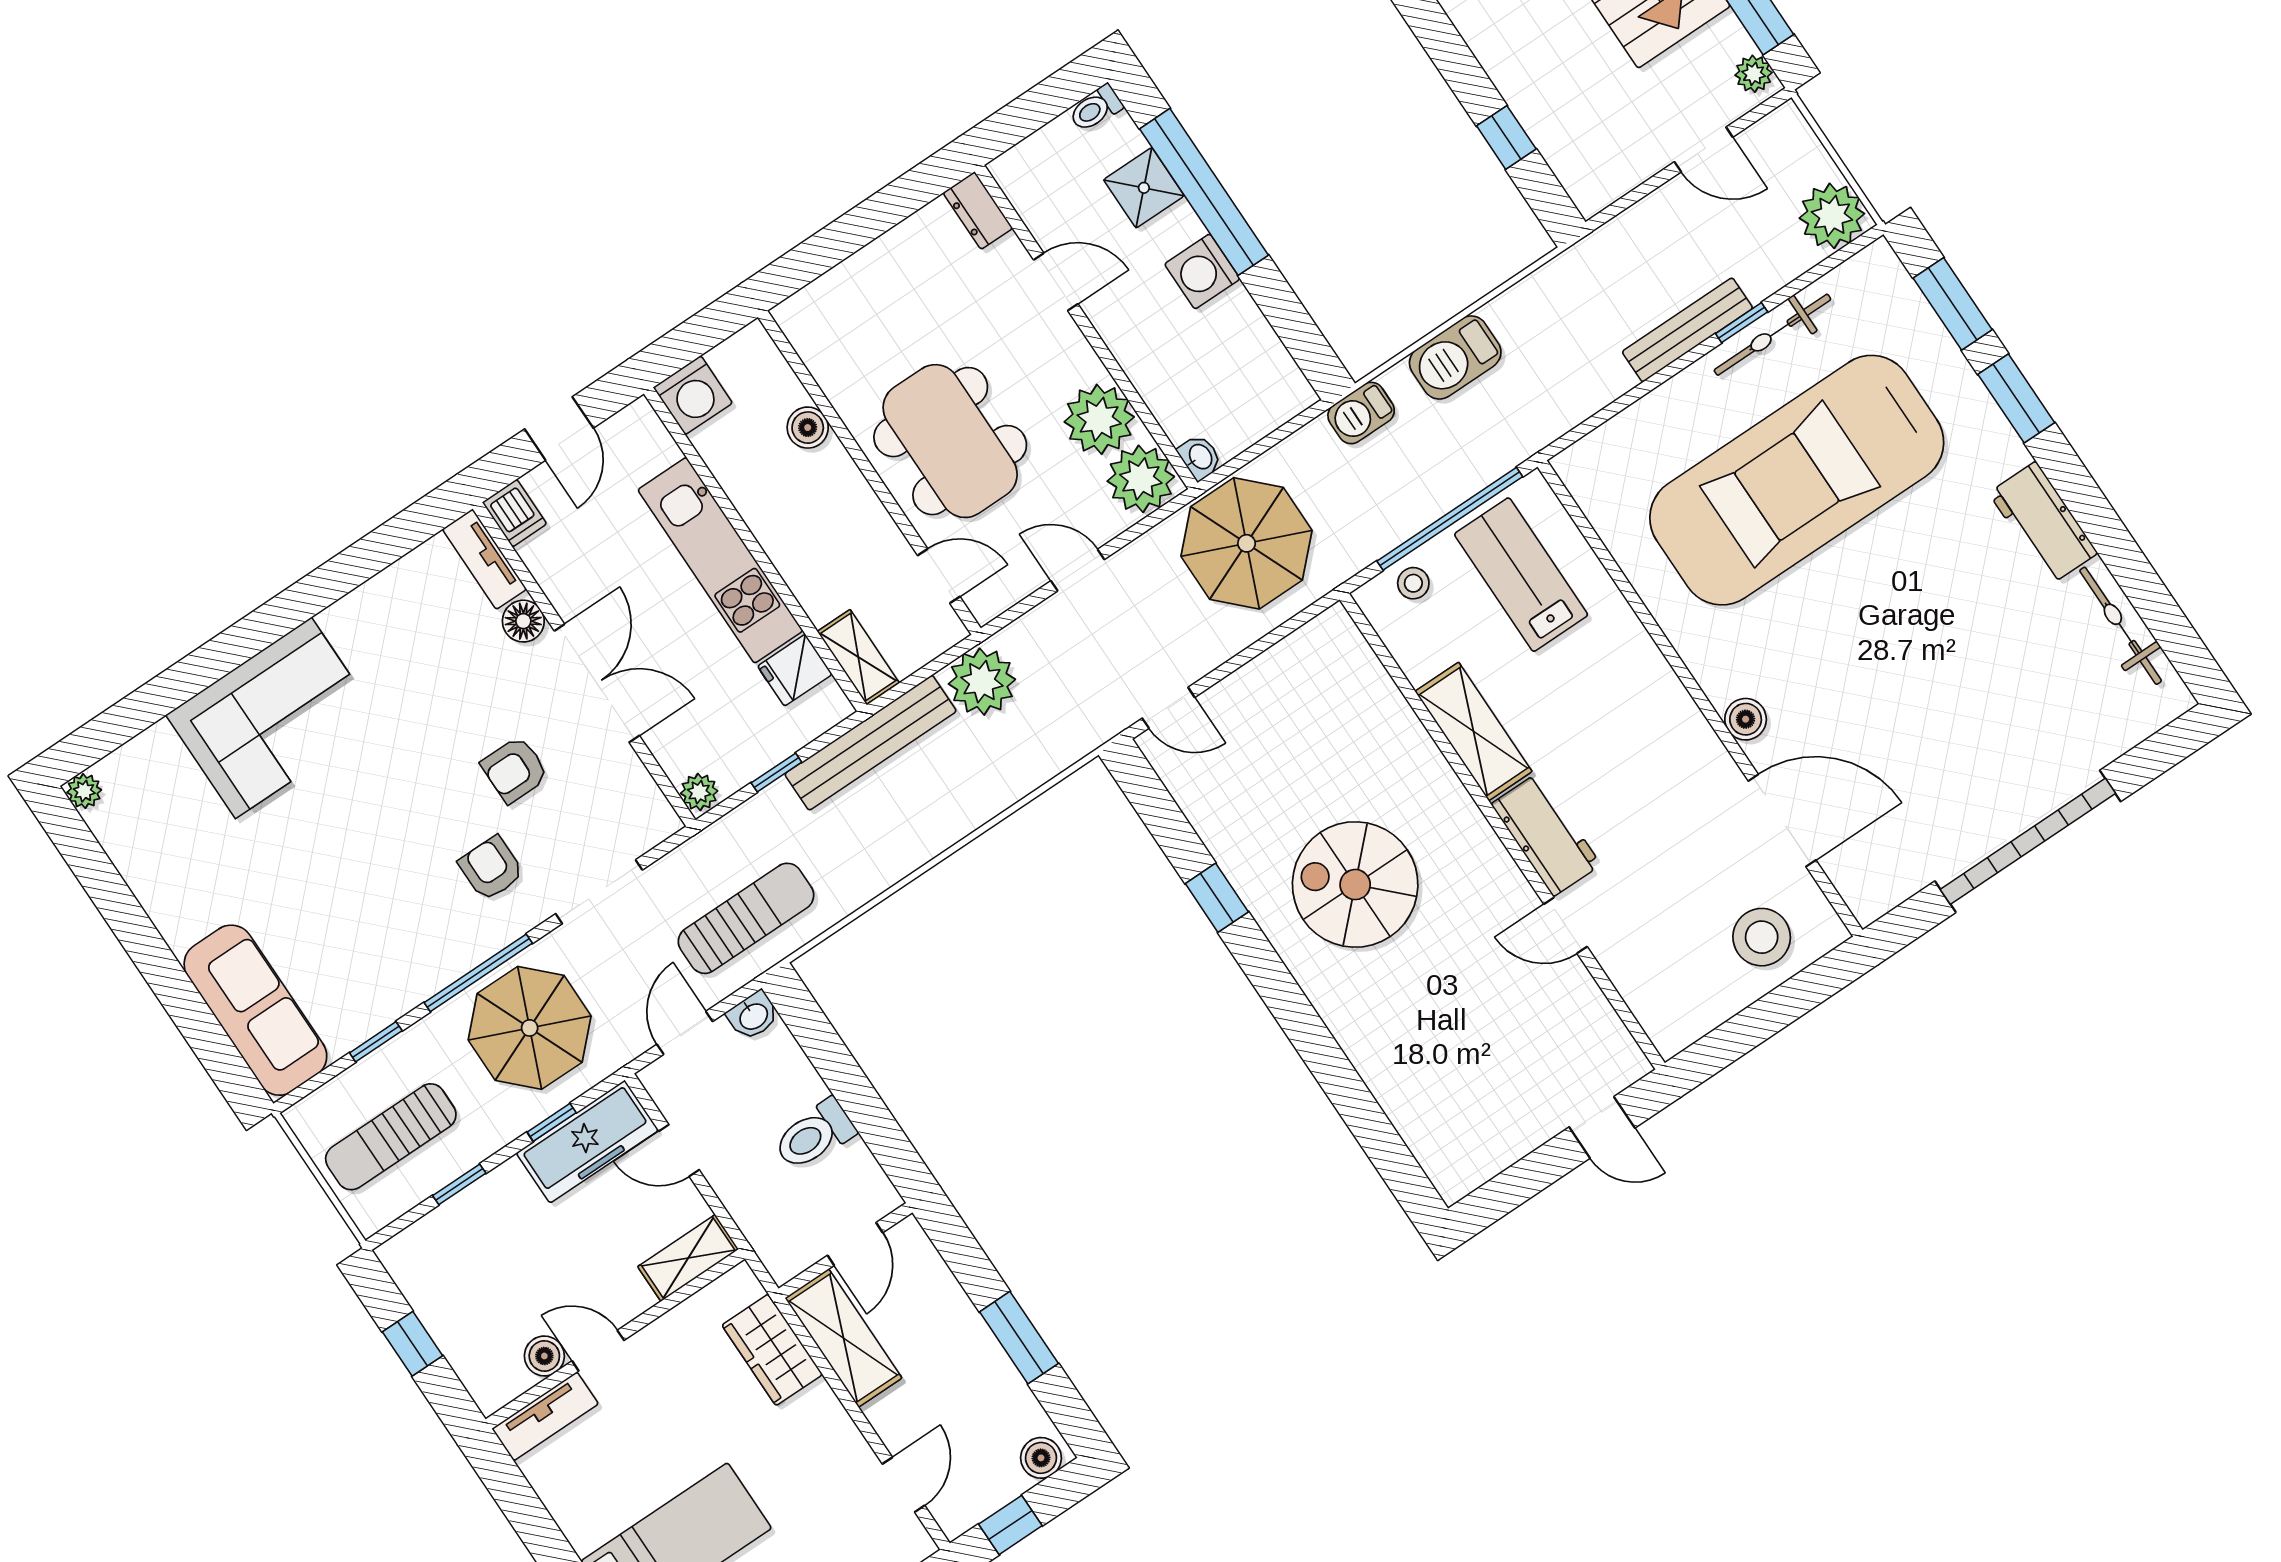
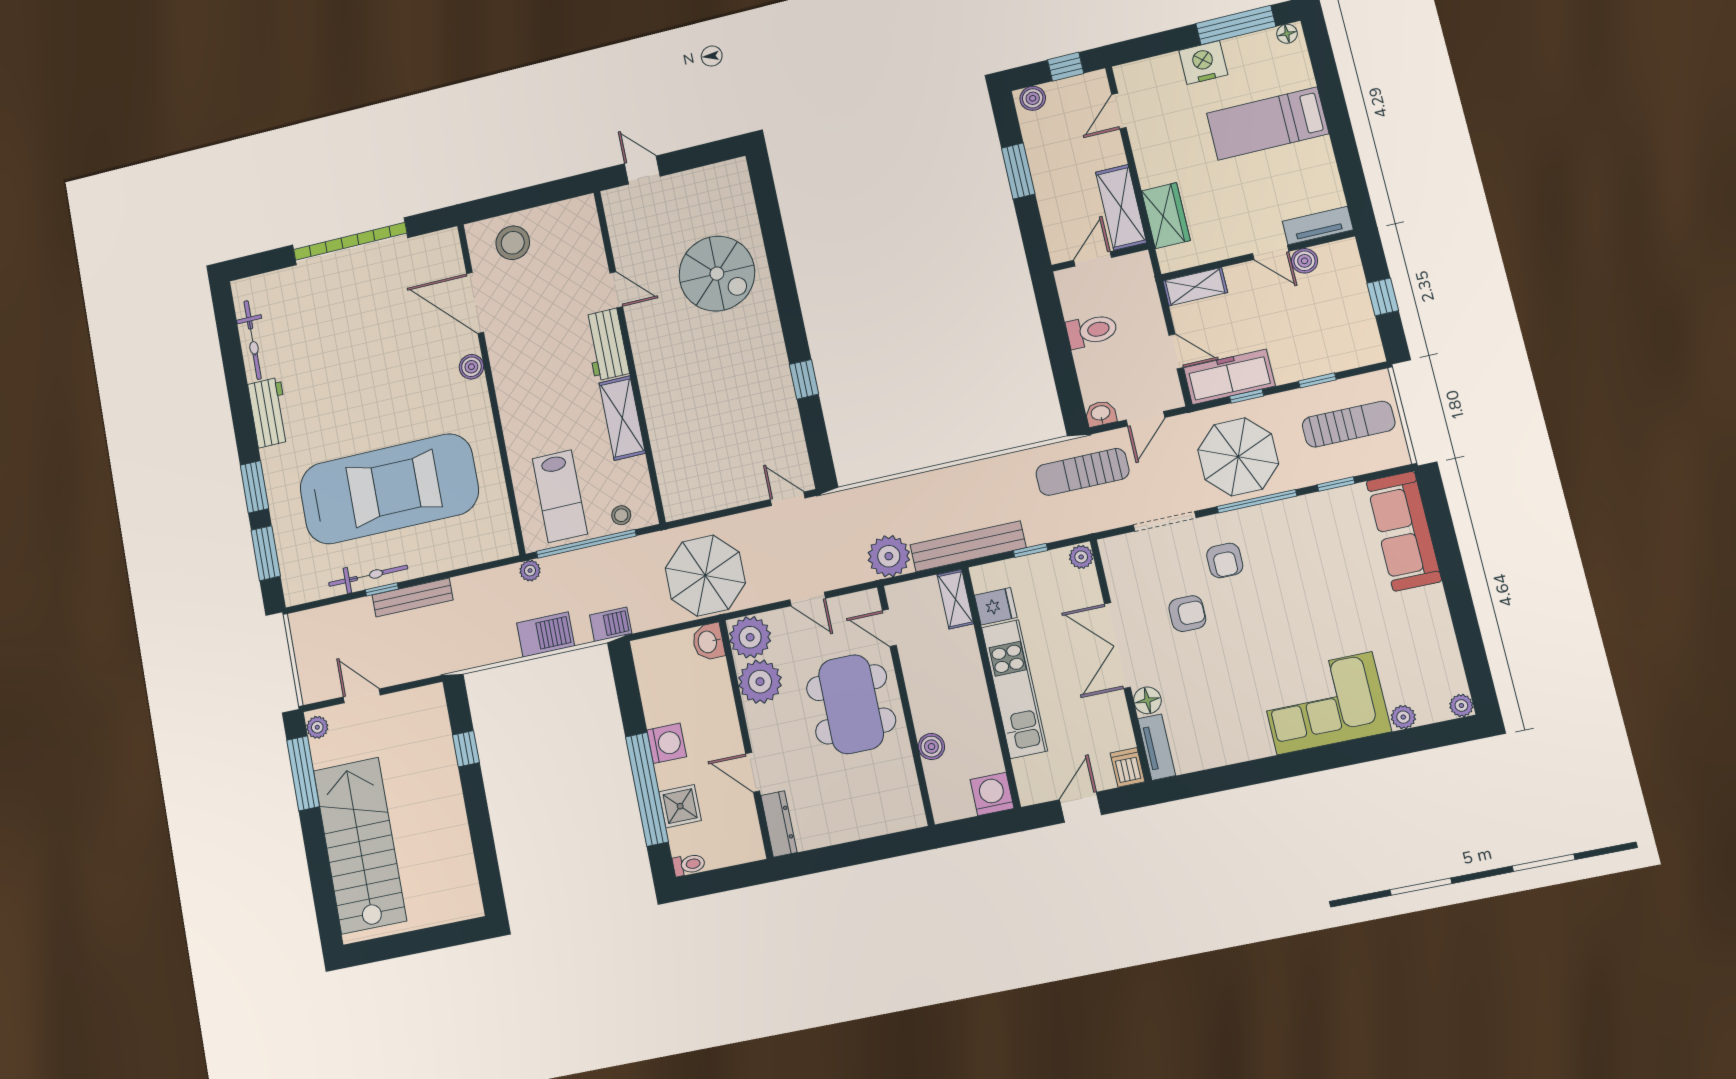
dresser: (978, 210) -> (779, 824), width x1.44
plant: (1832, 216) -> (530, 571), moved, width x0.53, depth x0.53
washbasin: (1200, 457) -> (708, 642), width x1.38, depth x1.45
plant: (157, 742) -> (1403, 717), added
spiral stairs: (1355, 885) -> (717, 274), moved

